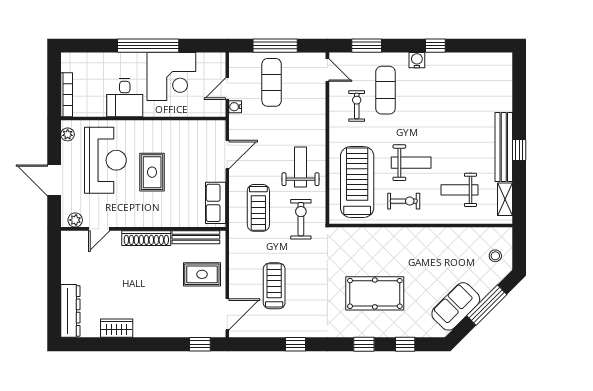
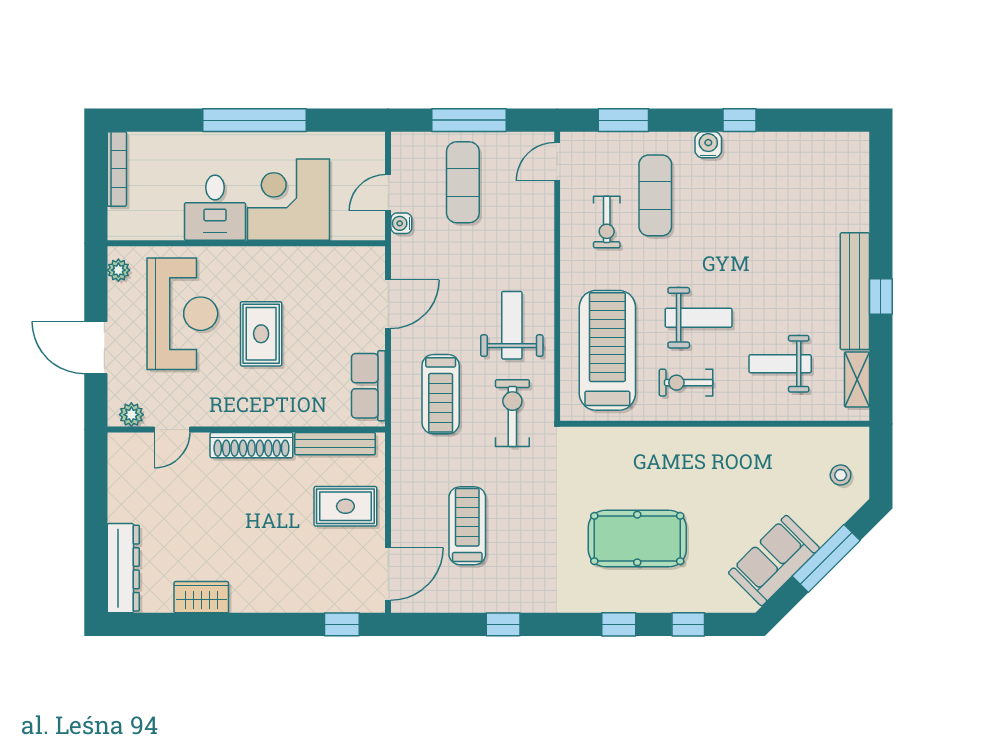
door: (327, 70) -> (557, 162), swing flipped
corner desk: (171, 77) -> (288, 200), moved, turned 180
bookcase: (67, 95) -> (117, 169), moved
exercise bike: (357, 106) -> (607, 222), turned 180
exercise bike: (404, 201) -> (686, 383), turned 180

